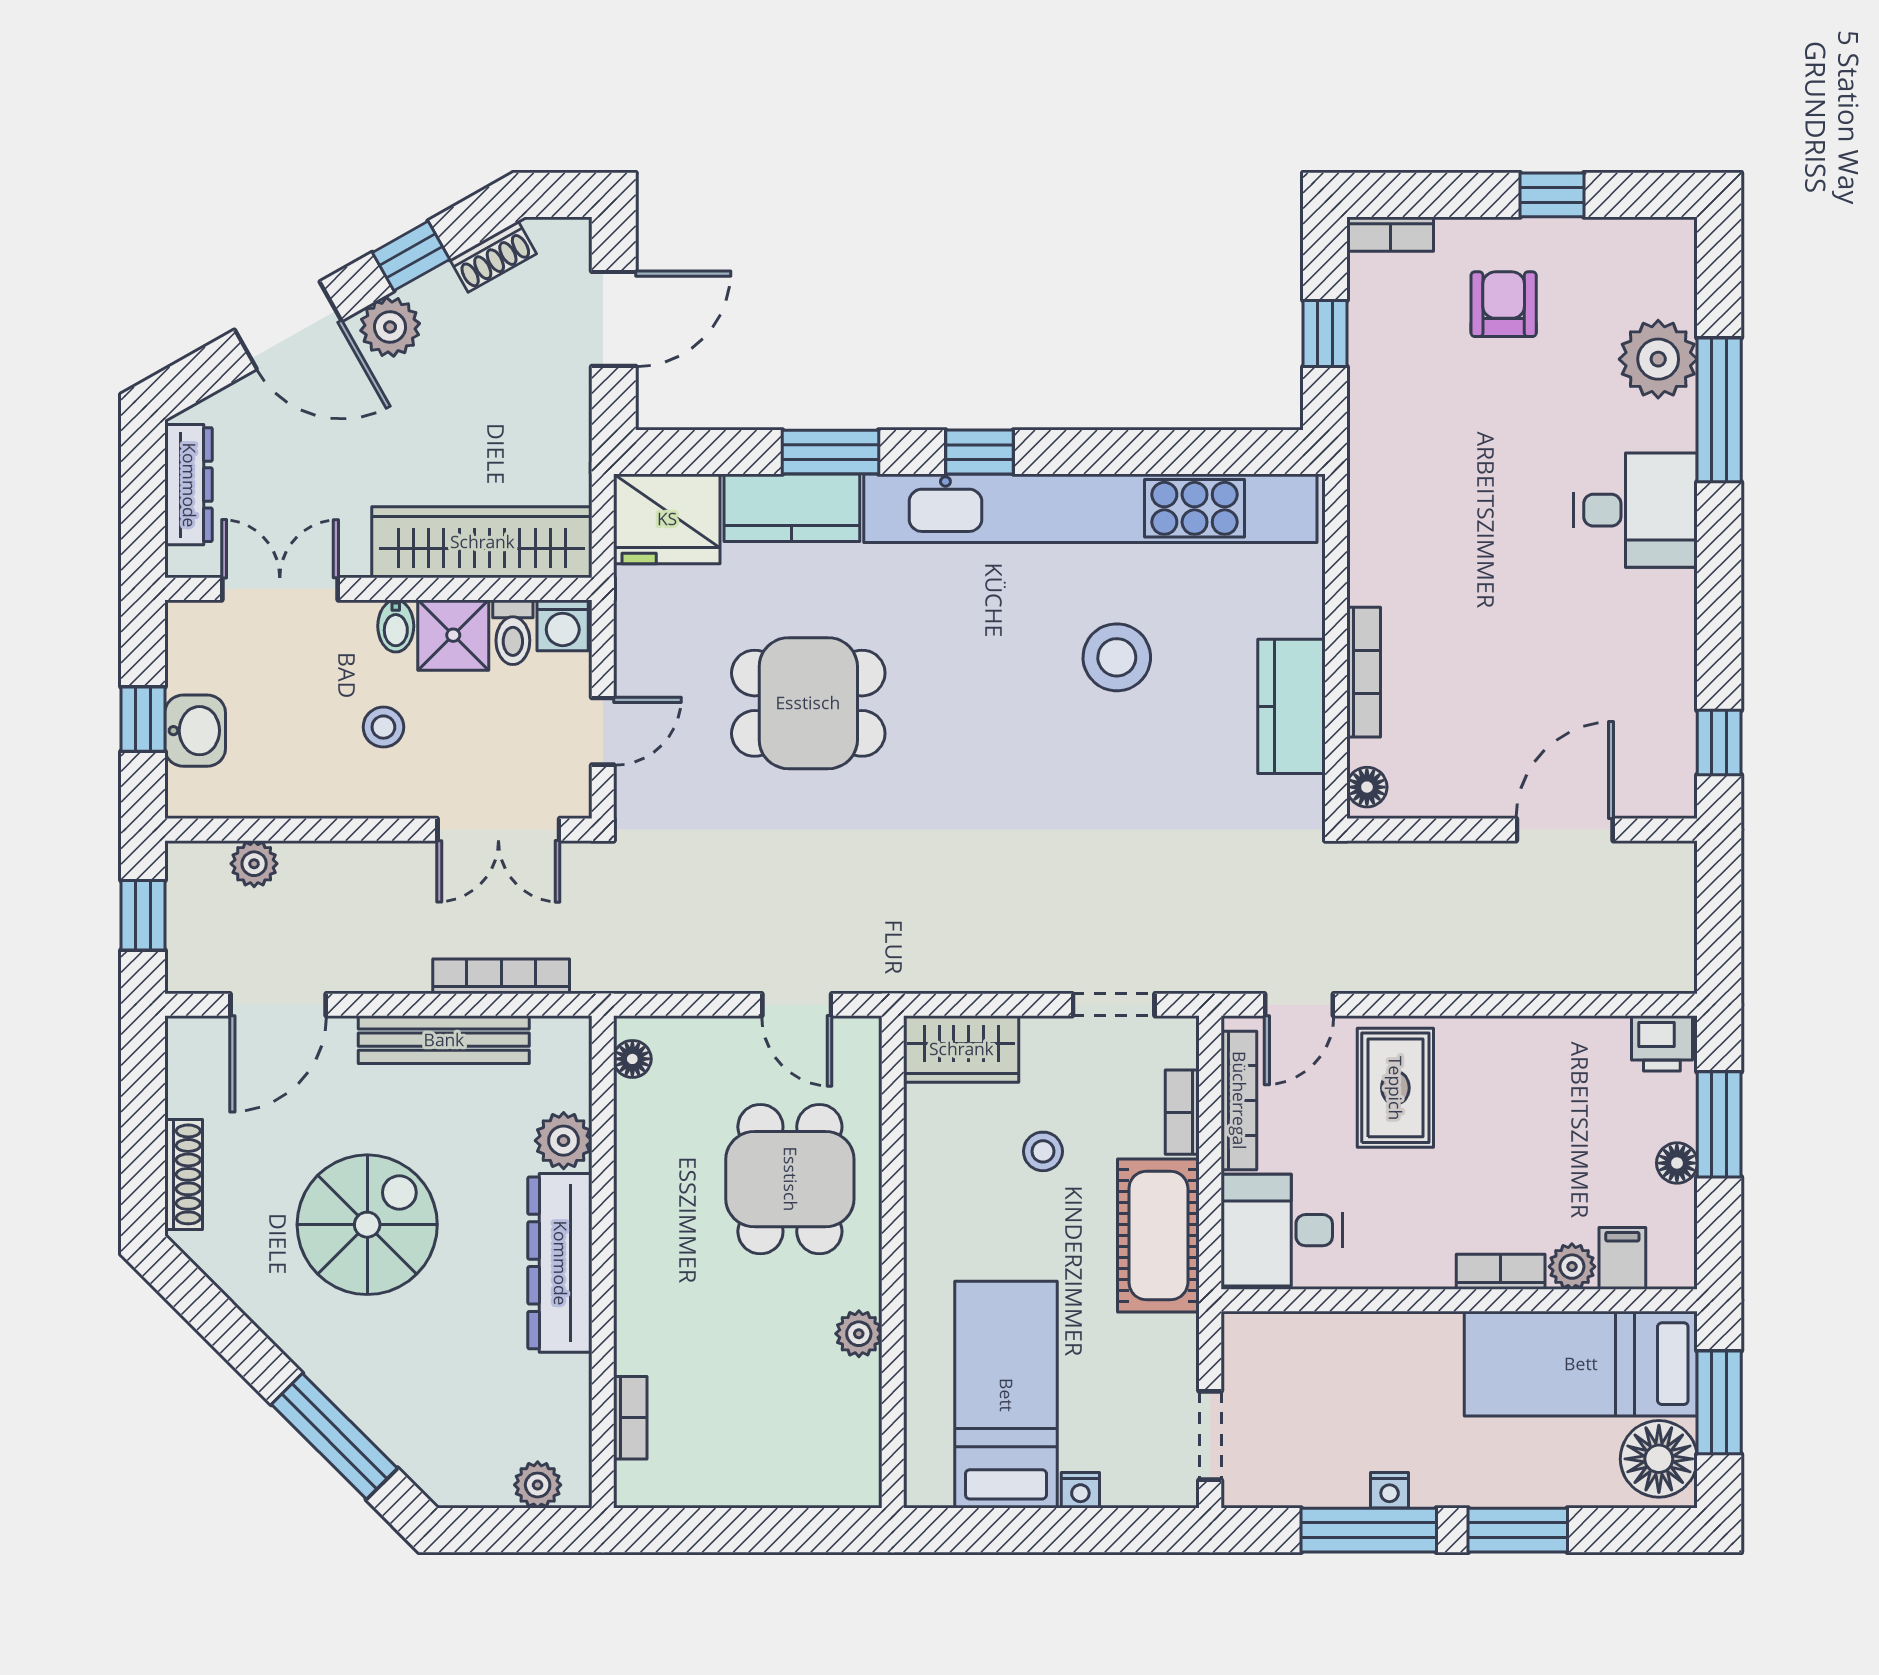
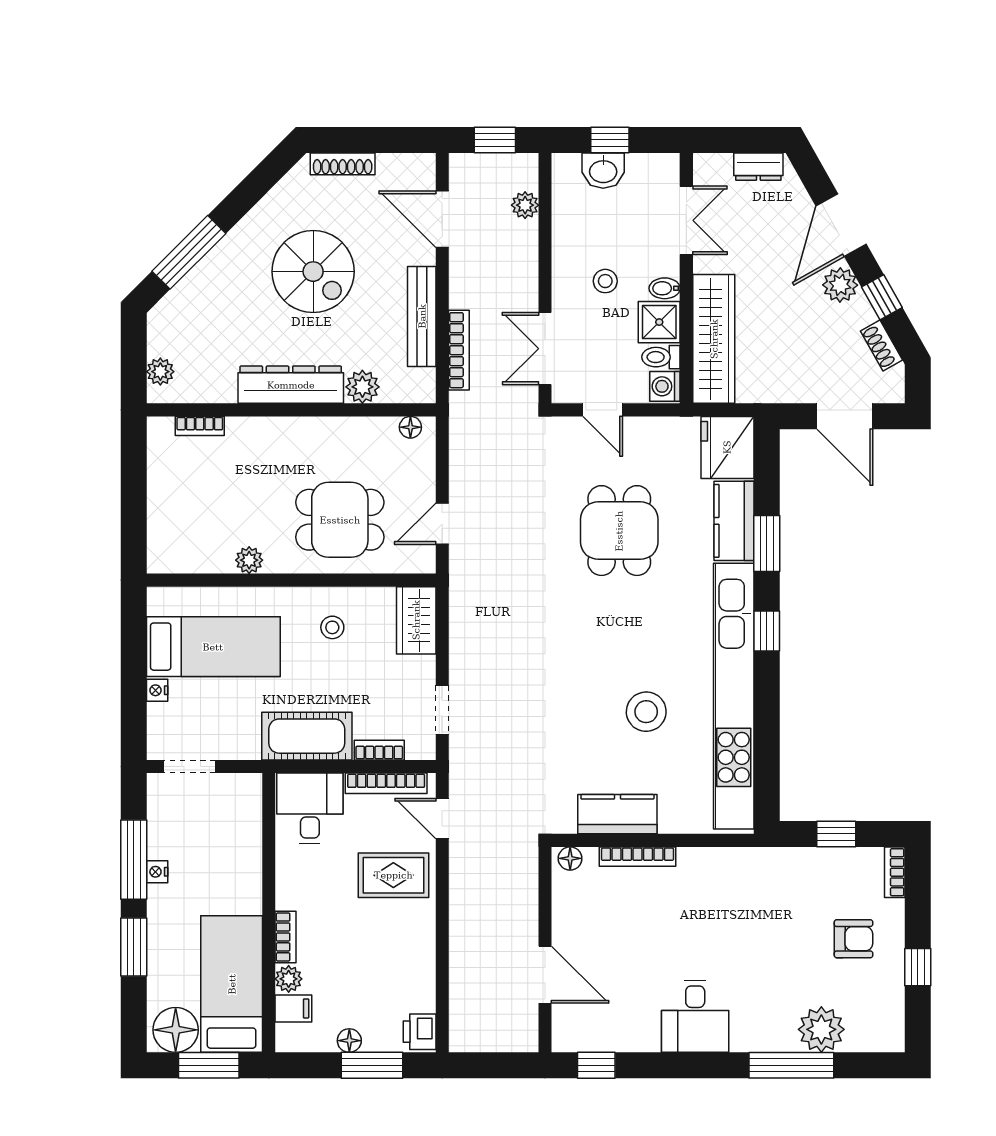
dresser: (189, 485) -> (758, 167), width x0.70
desk: (1636, 510) -> (695, 1016), moved
stool: (1043, 1151) -> (332, 627), moved

